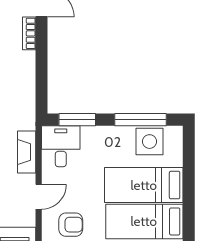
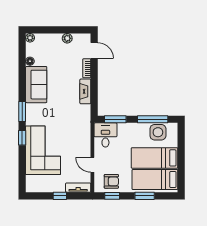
fireplace: (27, 152) -> (85, 91), moved
door: (39, 197) -> (92, 165), swing flipped

